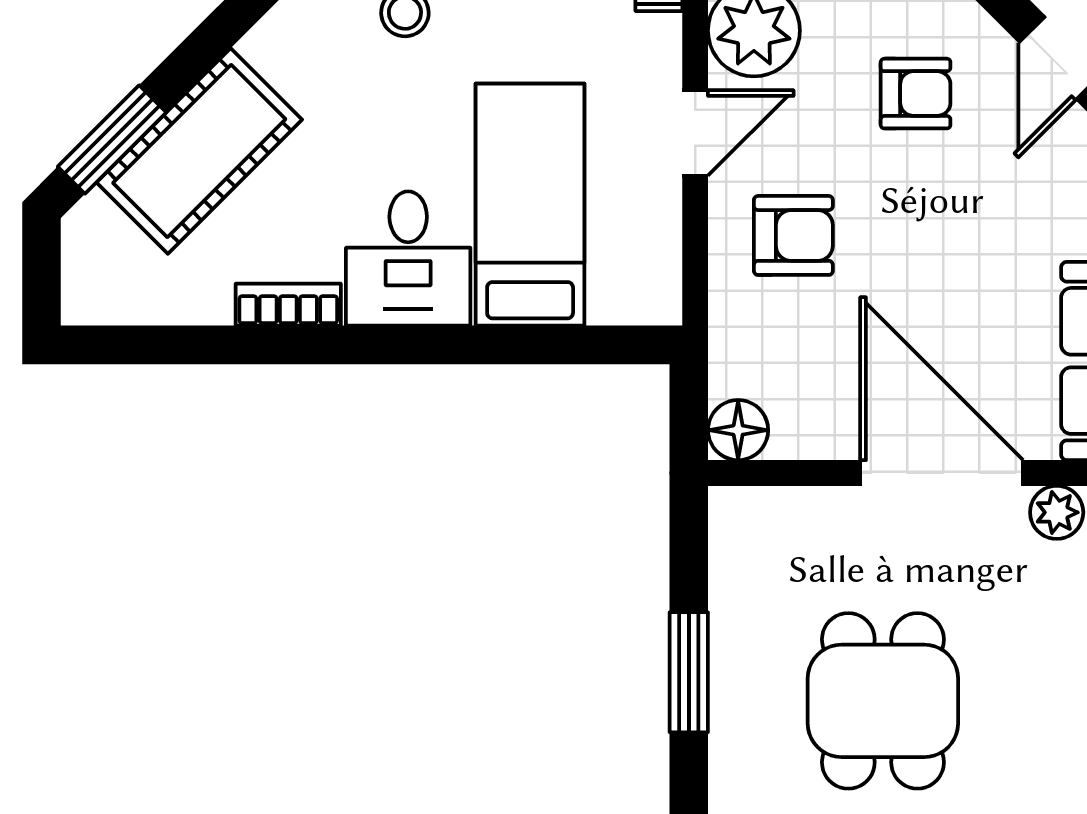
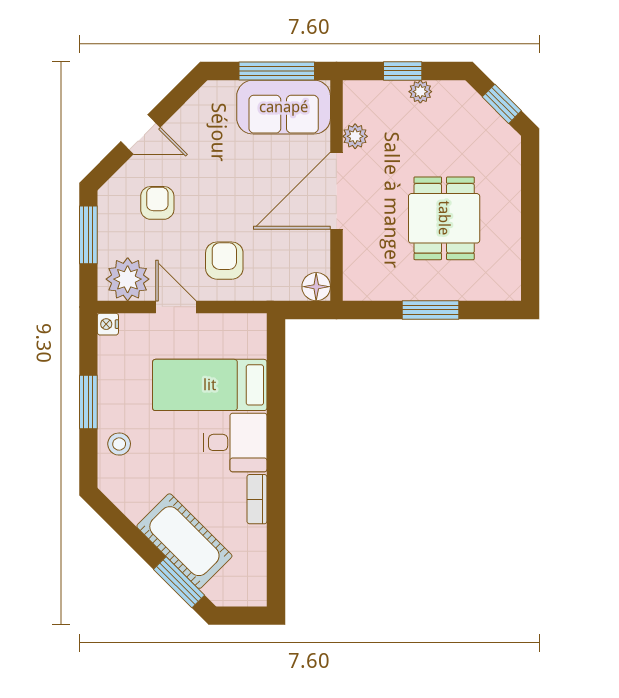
dining table: (883, 701) -> (444, 218), turned 90

